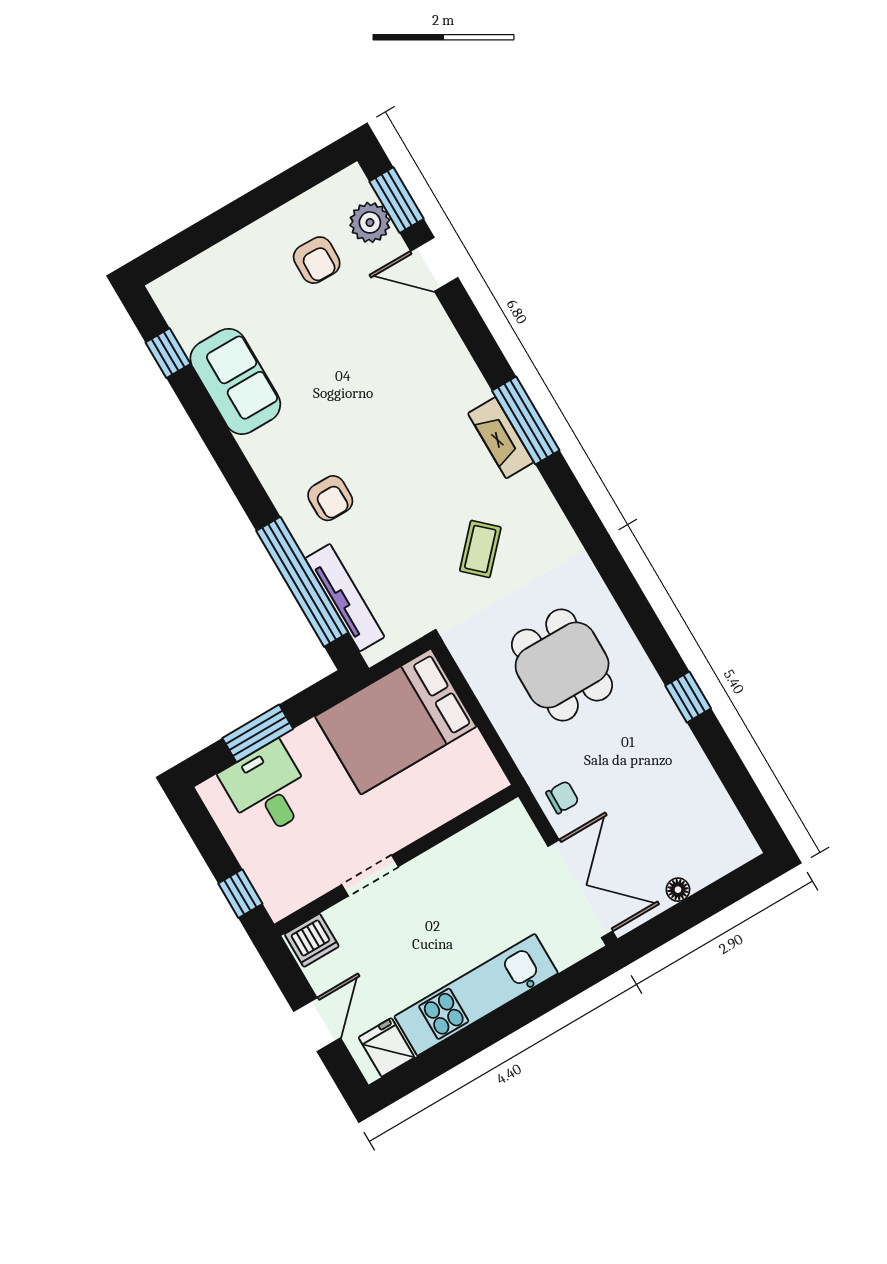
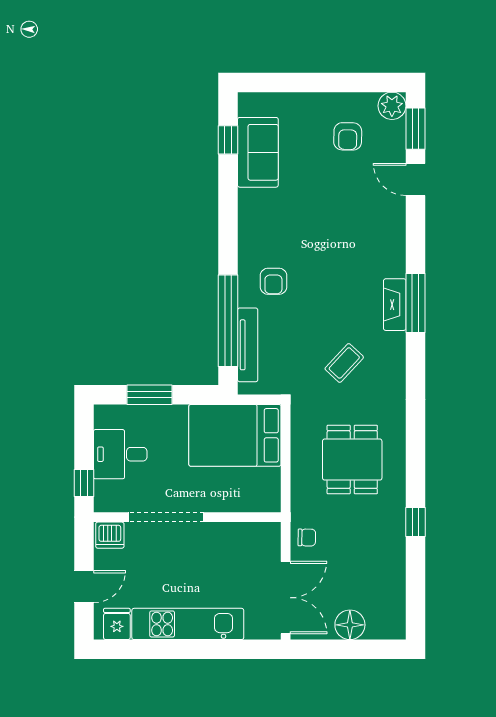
plant: (370, 222) -> (392, 106), moved
sofa: (235, 381) -> (258, 152), moved
desk: (267, 789) -> (120, 454), moved, turned -90
doorway: (370, 876) -> (166, 517), width x1.87
floor lamp: (678, 890) -> (350, 625), width x1.89, depth x1.89

